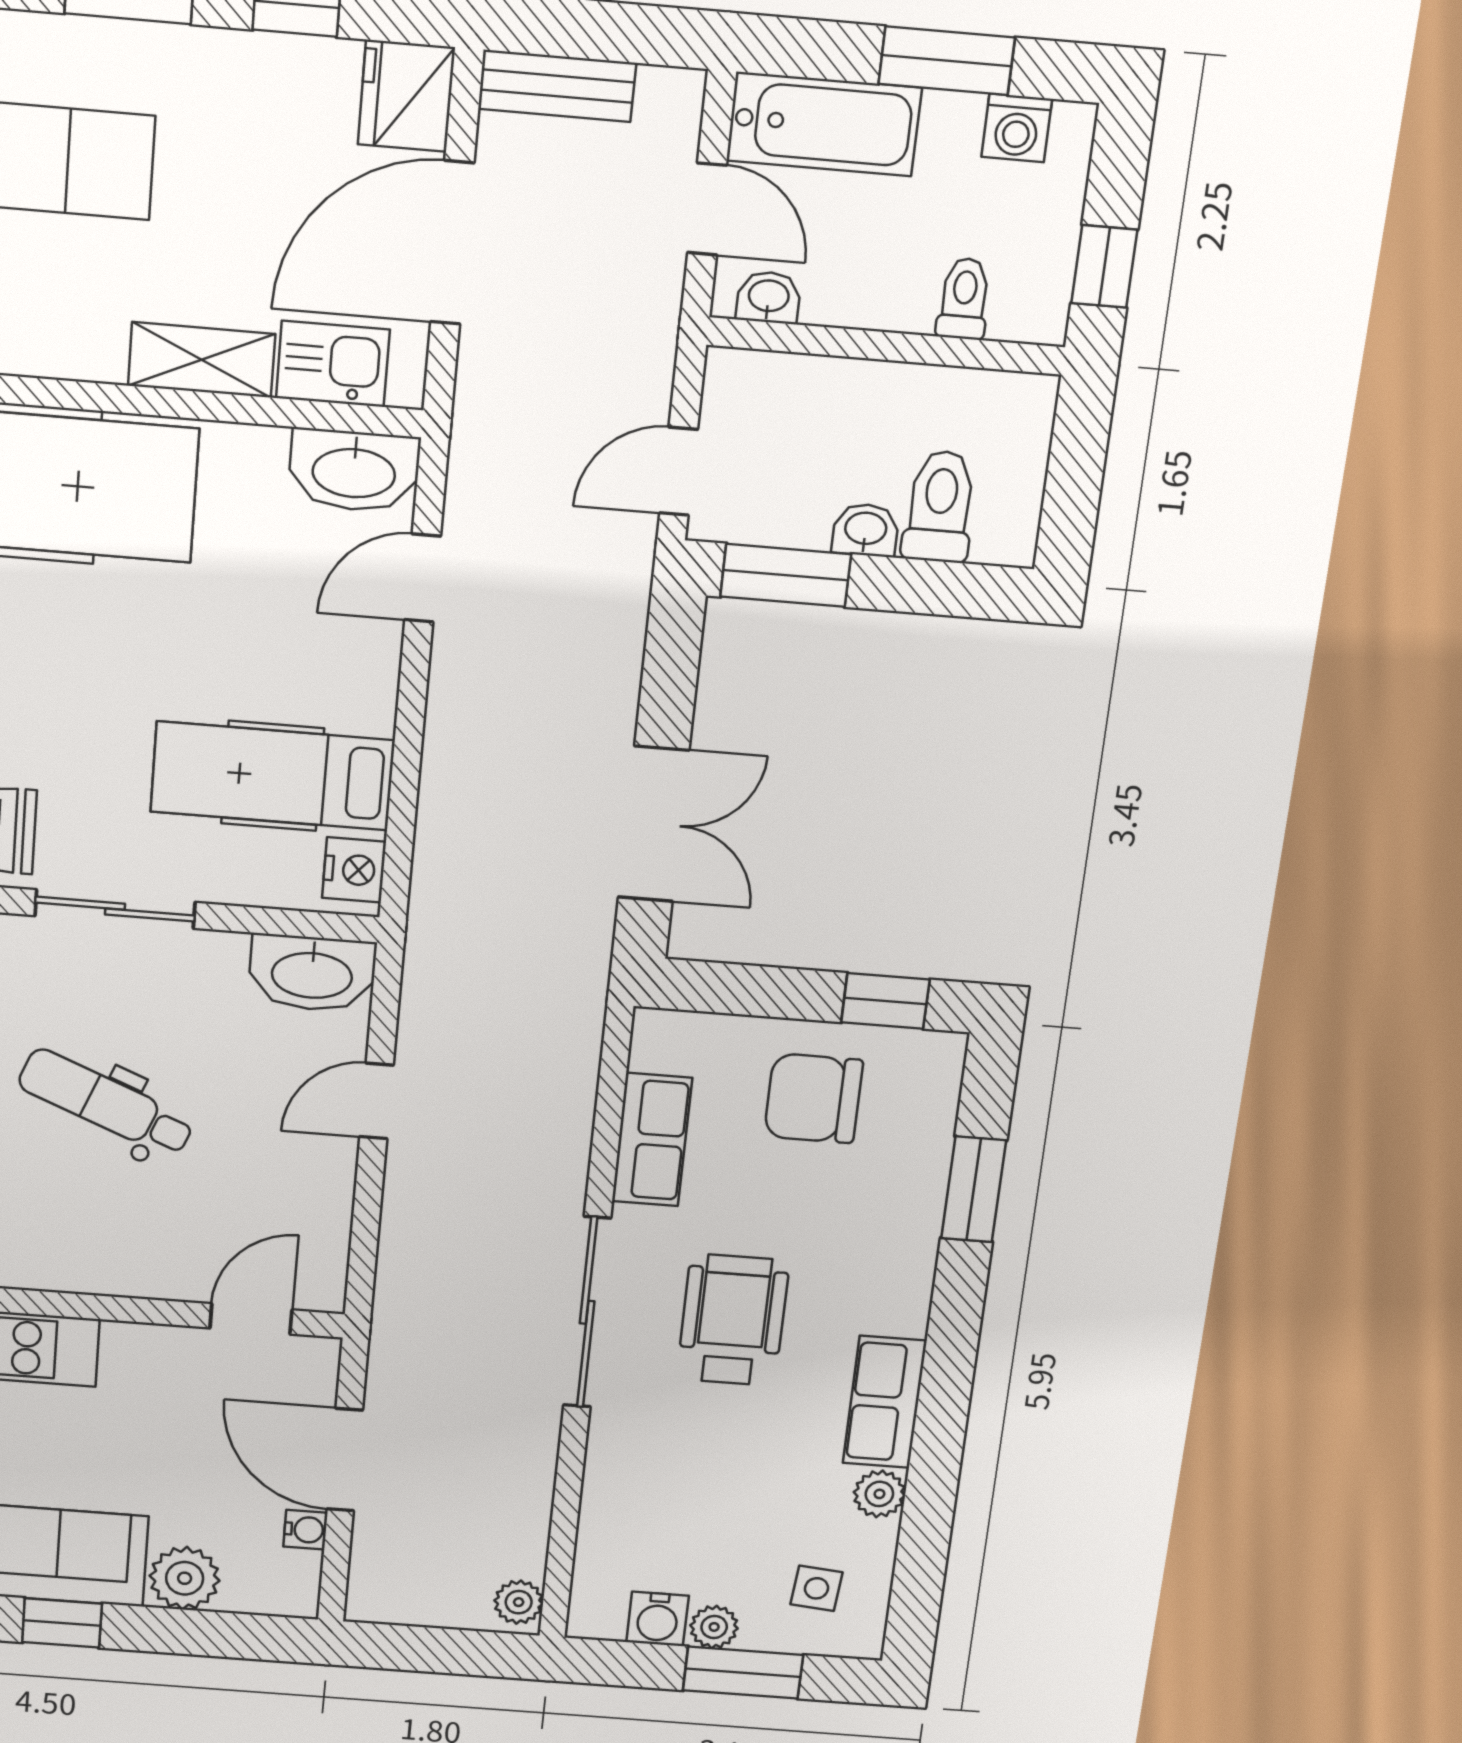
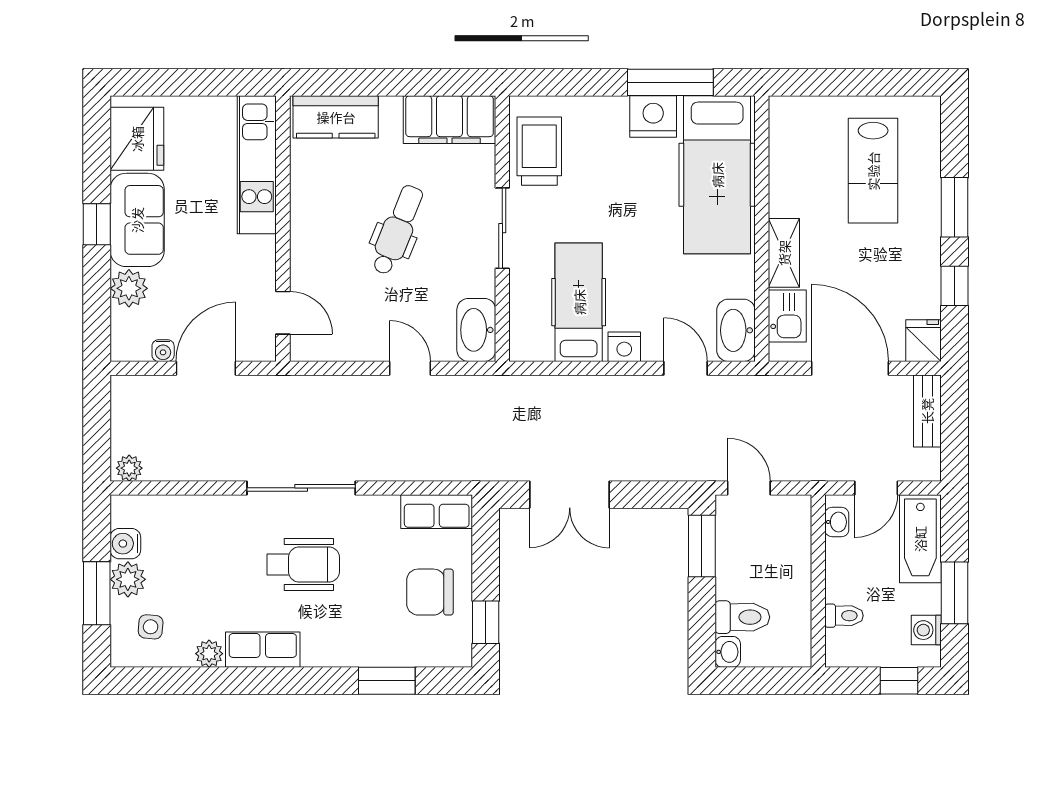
fridge: (406, 96) -> (924, 341), width x0.72
window: (1104, 266) -> (899, 681), moved
washbasin: (866, 530) -> (728, 652), moved
nightstand: (354, 870) -> (624, 347), moved
chair: (814, 1098) -> (430, 592), turned -90
row of seats: (652, 1140) -> (437, 512), moved
plant: (714, 1627) -> (128, 579), width x1.38, depth x1.38

